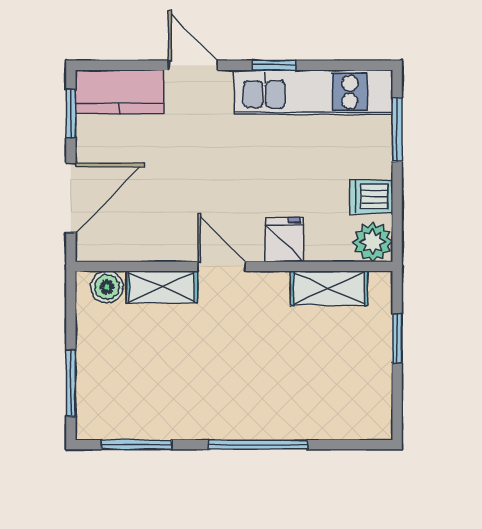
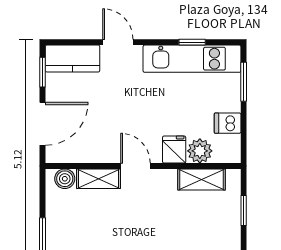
window: (274, 65) -> (192, 42), moved
plant: (373, 242) -> (200, 151), moved

